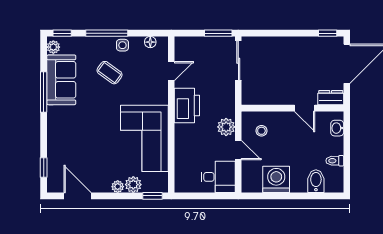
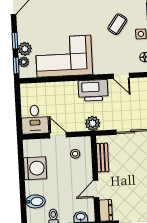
bench: (268, 98) -> (103, 158), added
plant: (226, 127) -> (93, 123), moved
door: (238, 150) -> (58, 135), swing flipped
plant: (118, 187) -> (24, 62), moved
window: (123, 196) -> (15, 41), added

